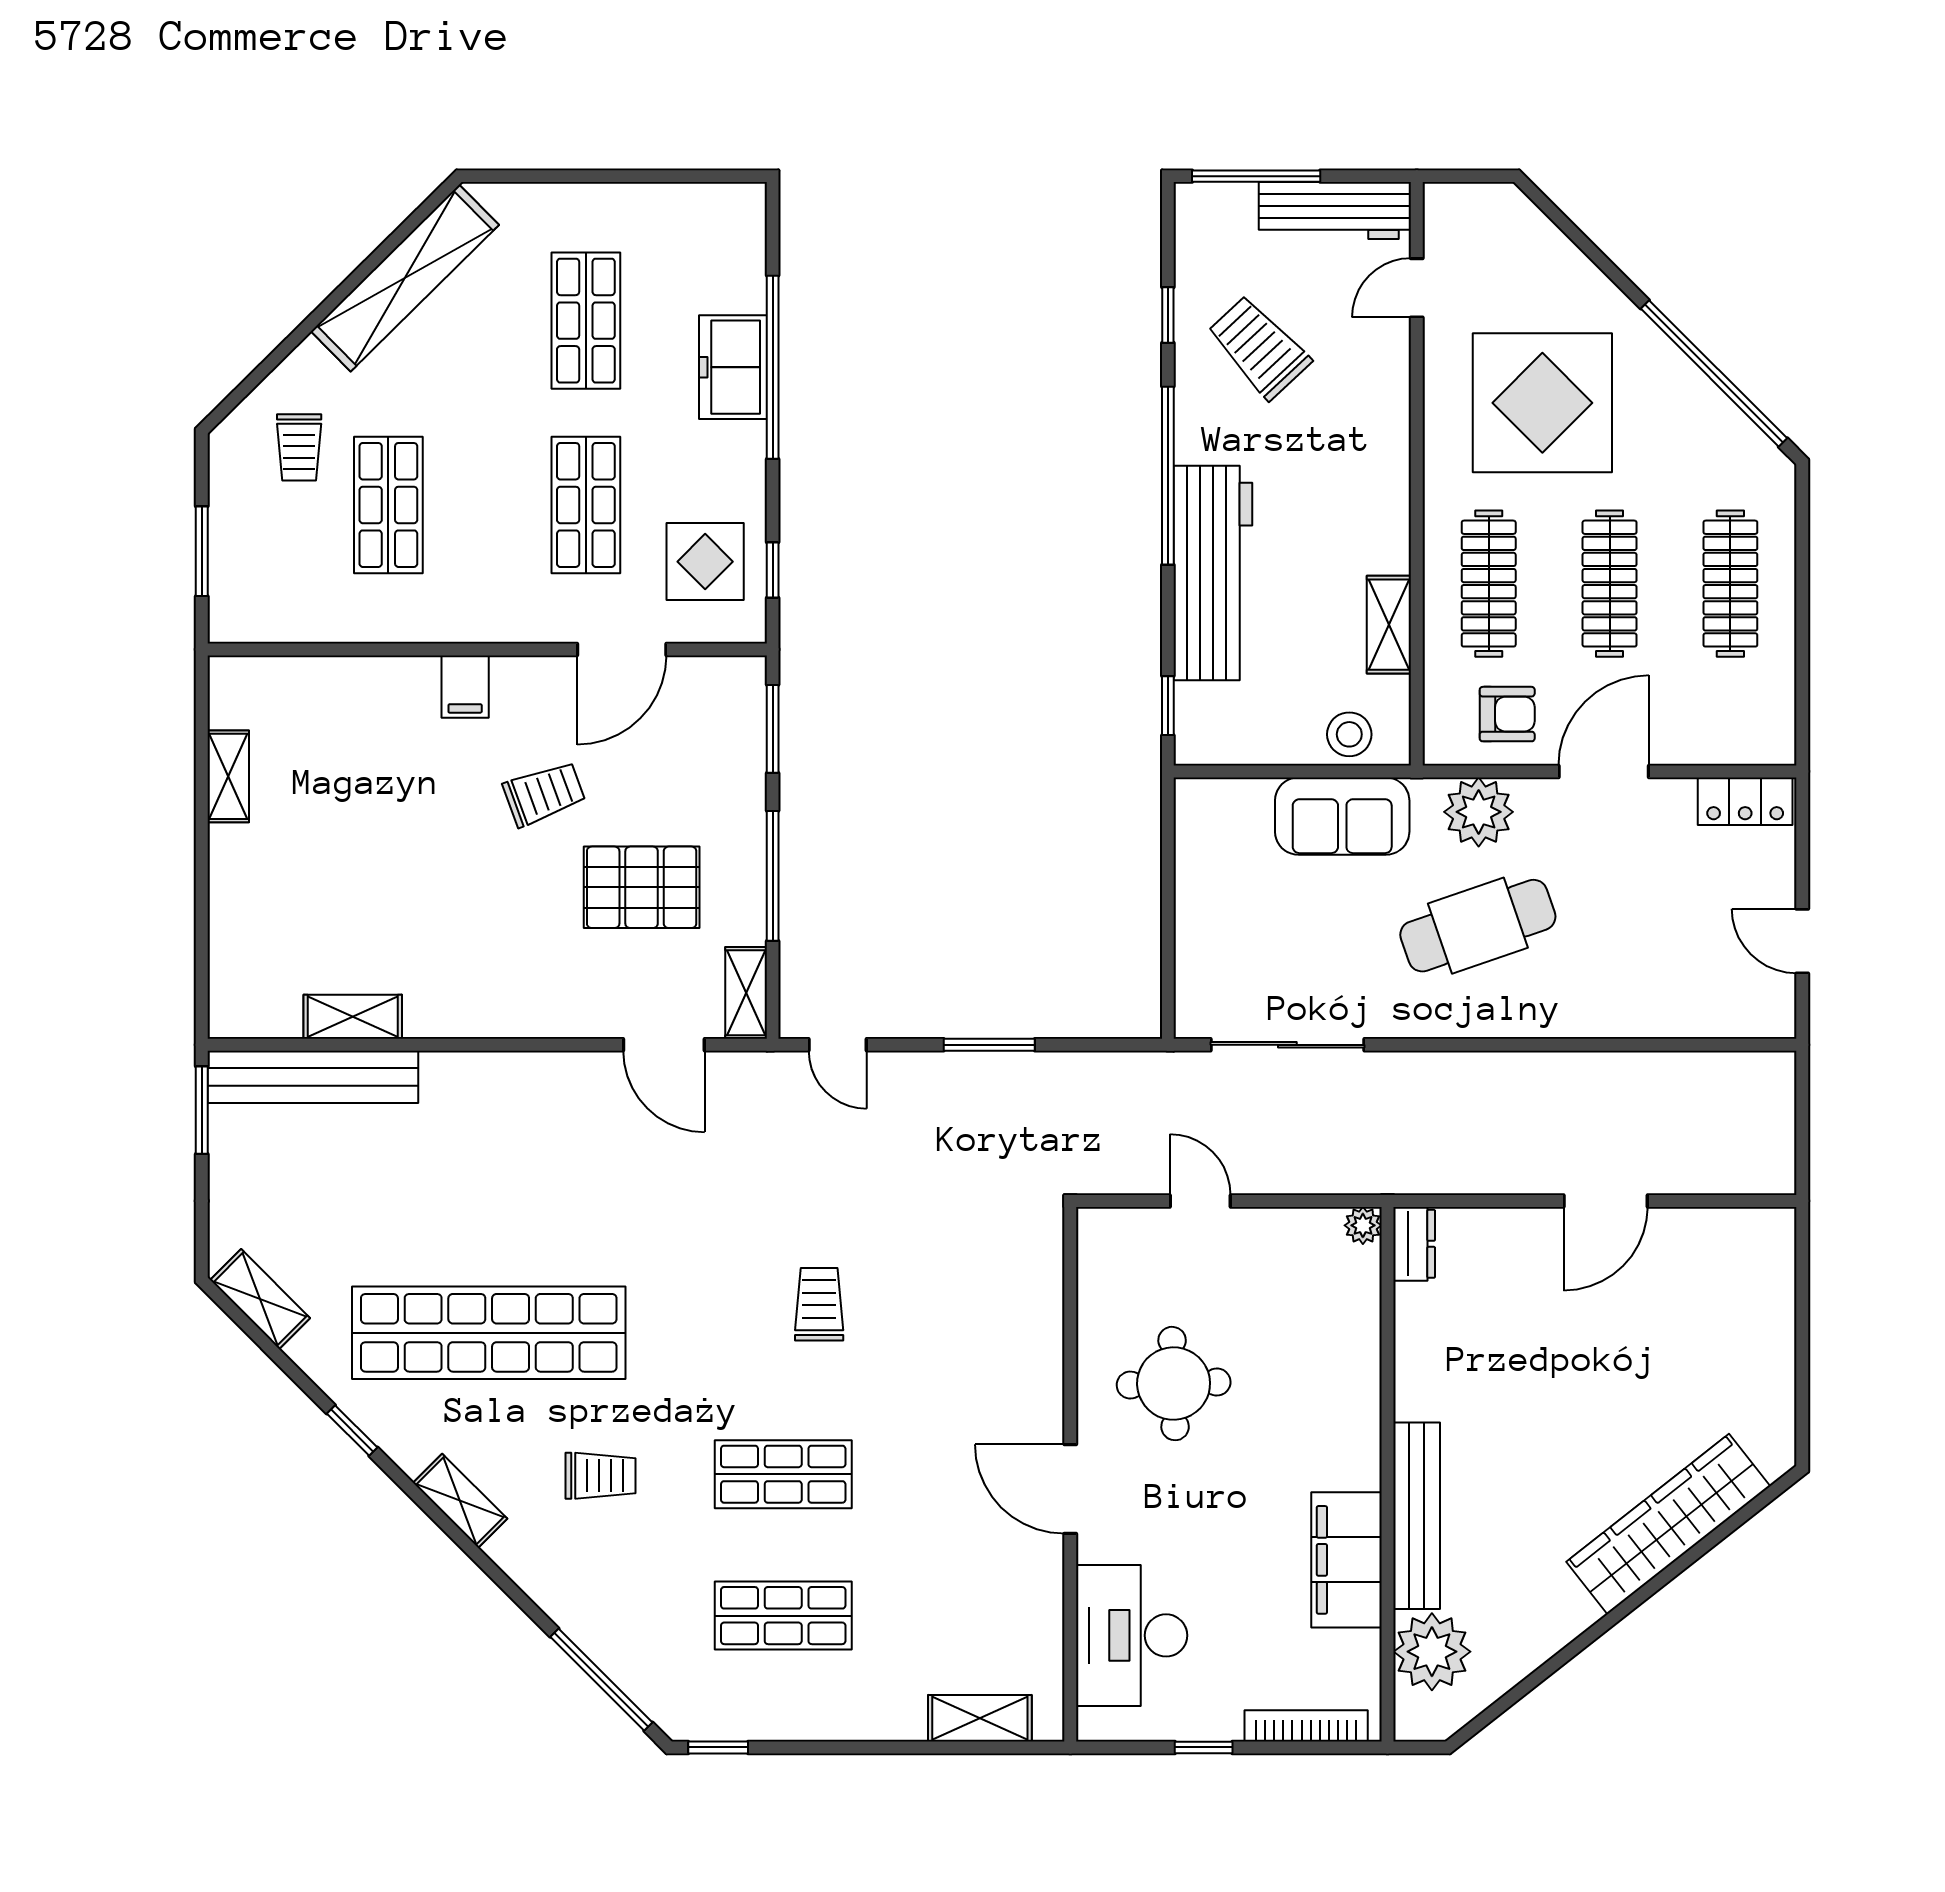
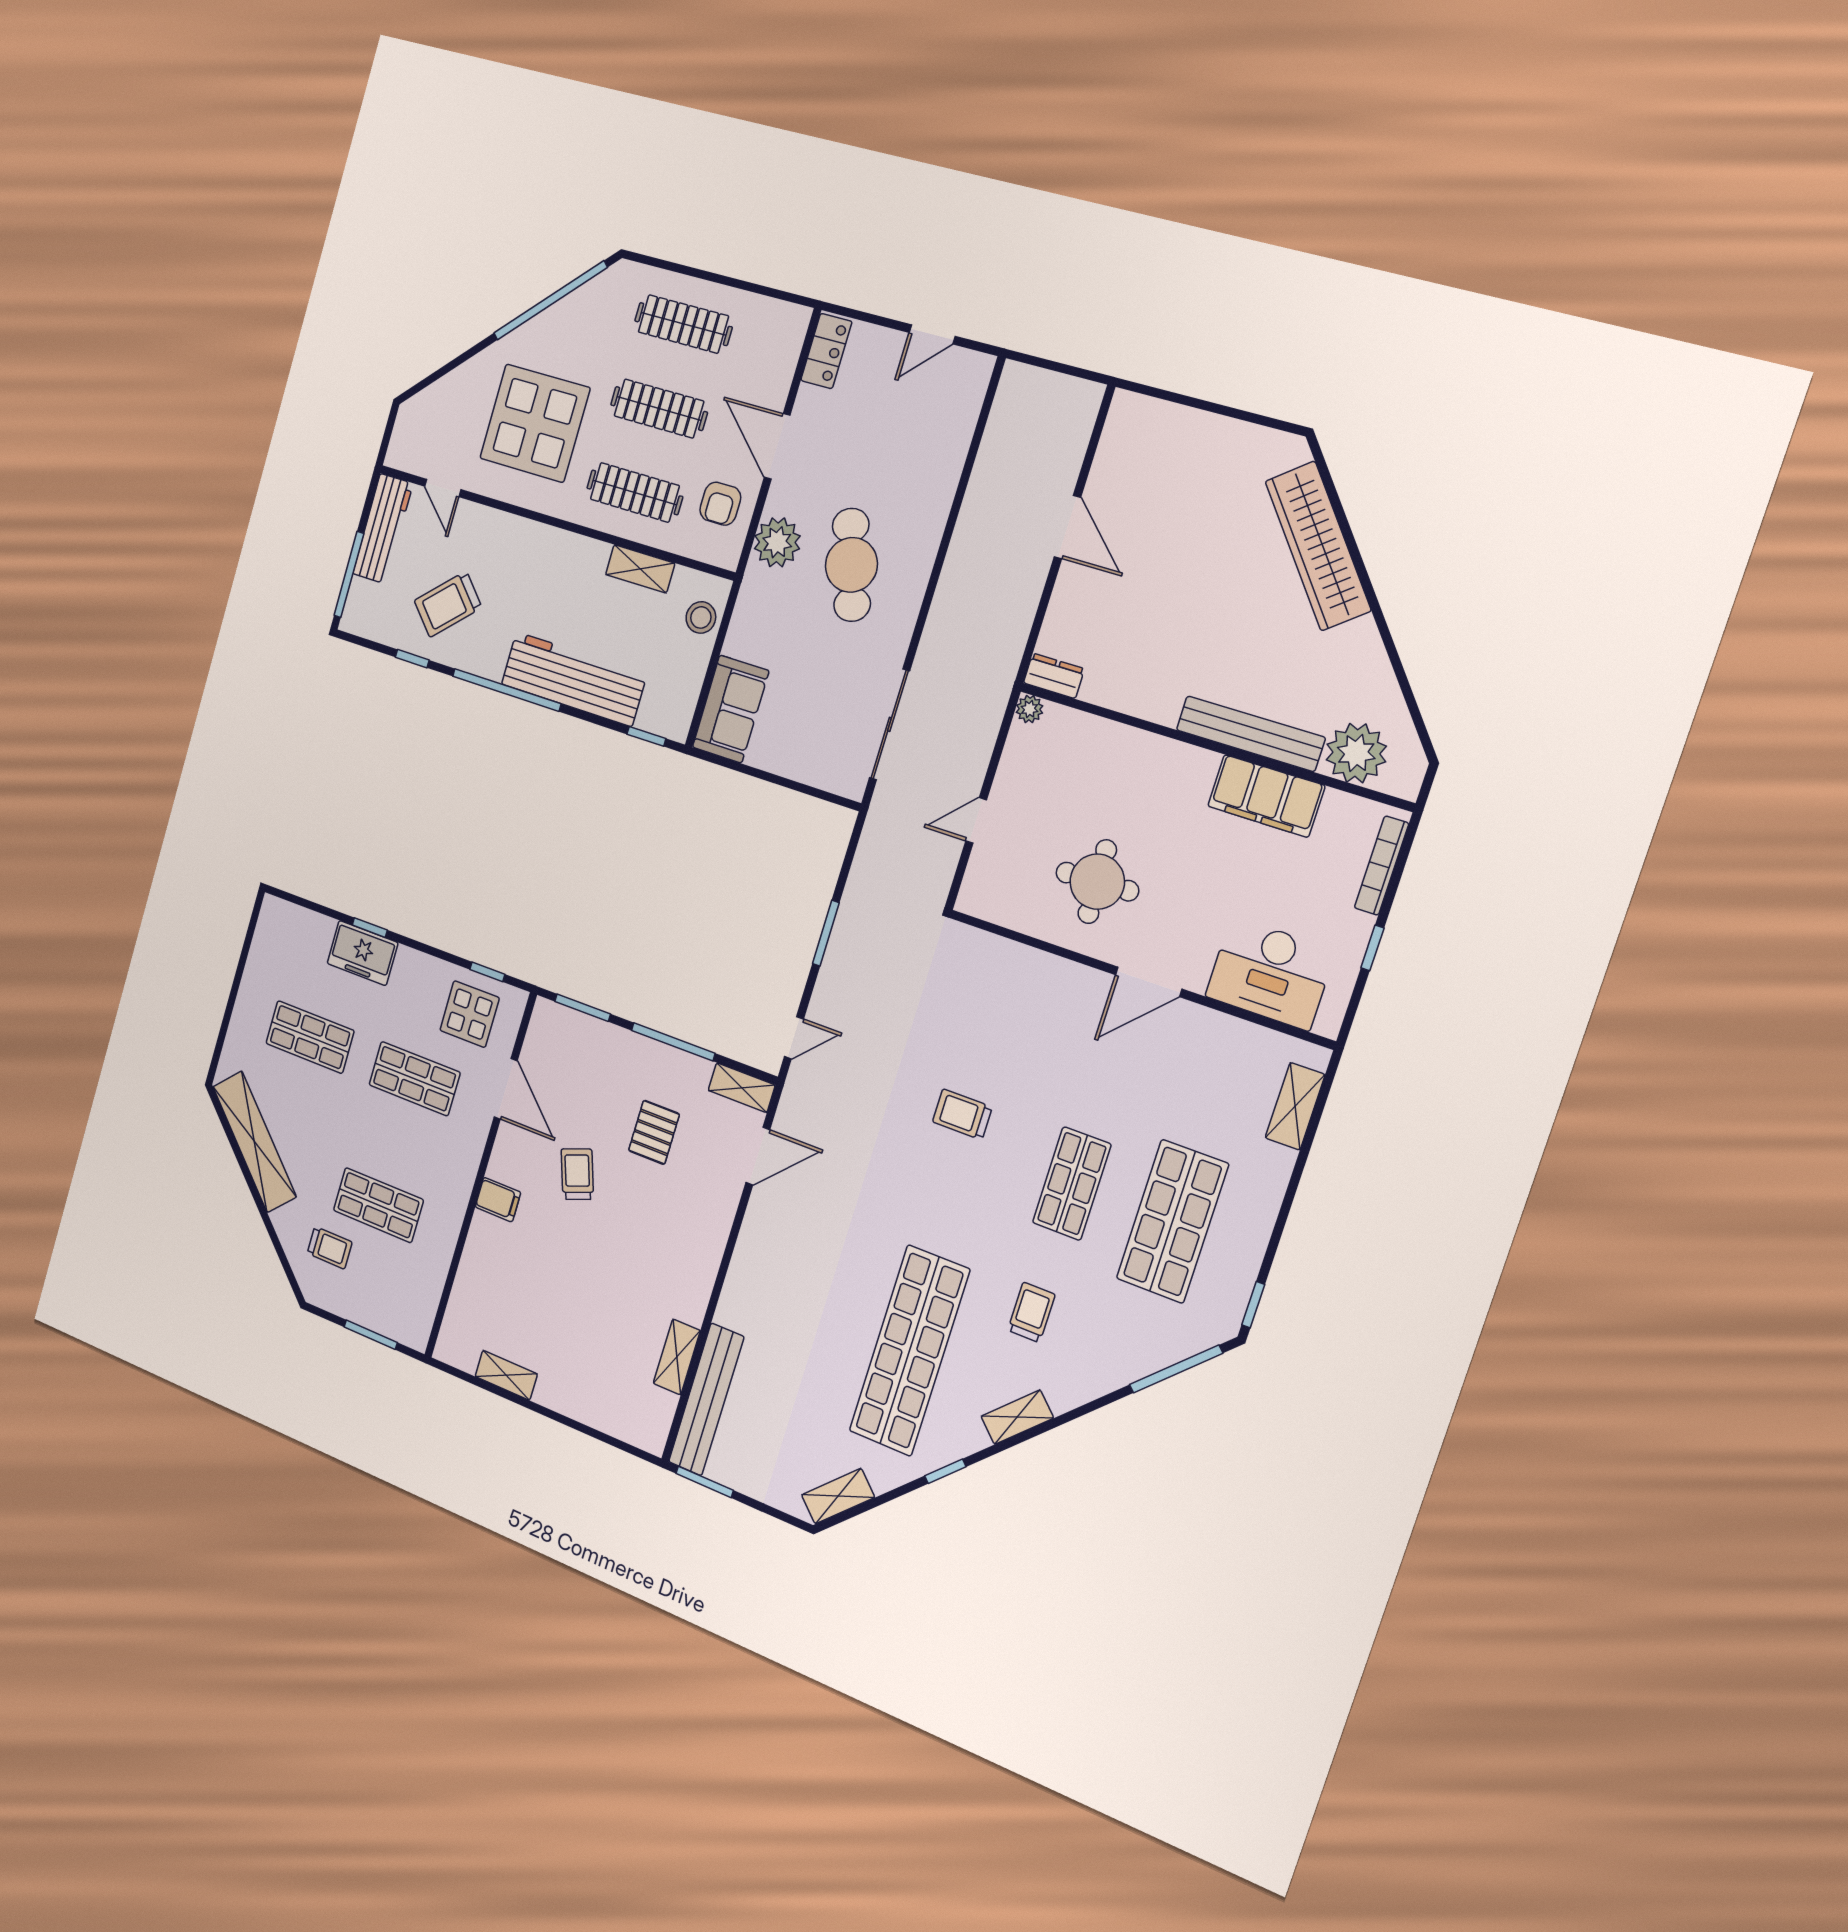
window: (773, 367) -> (370, 928), width x0.32
armchair: (1507, 714) -> (720, 504), turned 180
sofa: (1342, 816) -> (731, 709), moved
pallet: (642, 887) -> (654, 1132), width x0.67, depth x0.71
shop shelf: (783, 1616) -> (1172, 1221), width x1.43, depth x1.36

